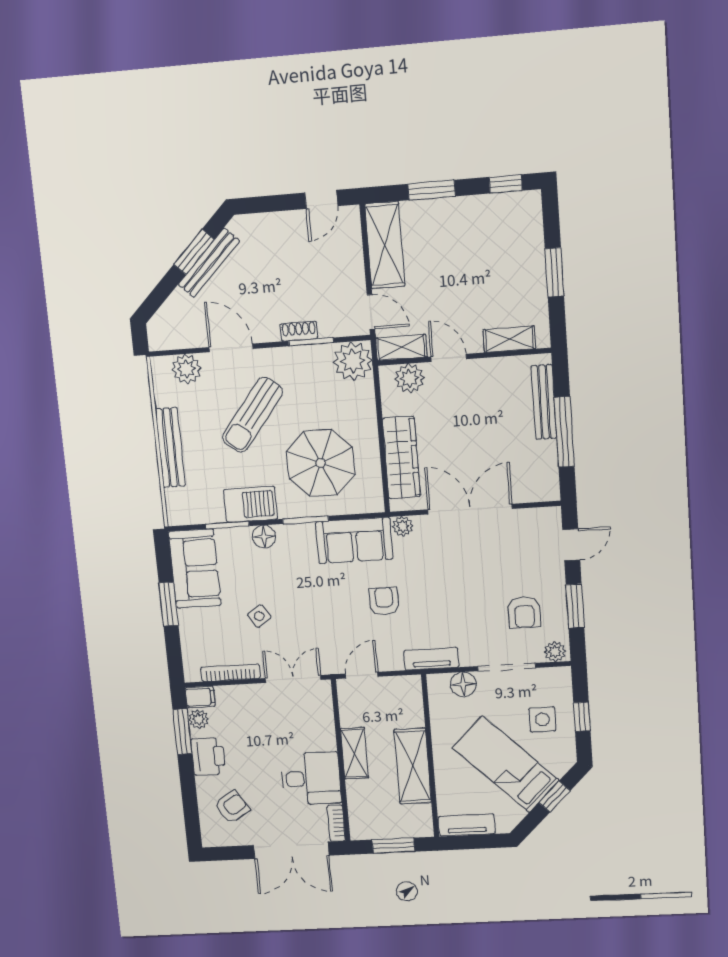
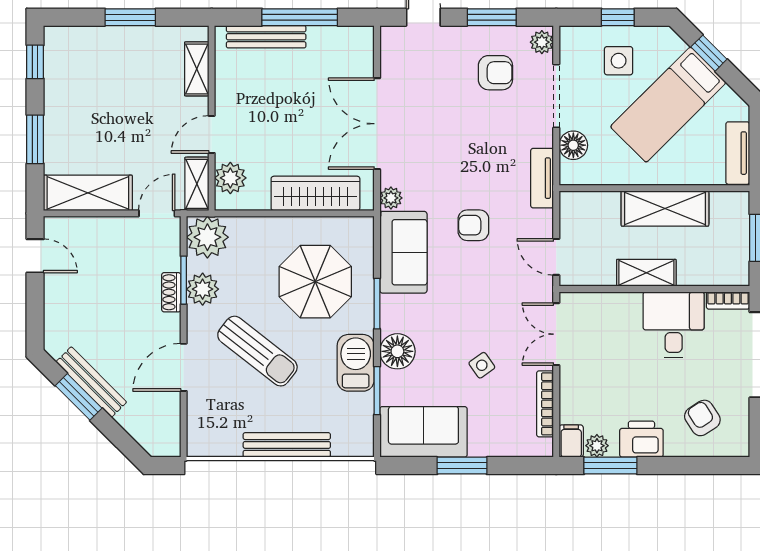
plant: (186, 369) -> (203, 289), moved
floor lamp: (264, 537) -> (397, 351), width x1.38, depth x1.38

